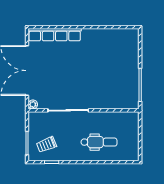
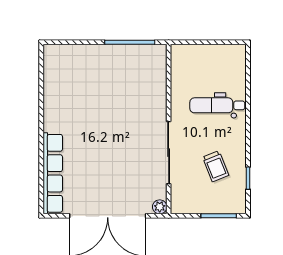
dental chair: (99, 142) -> (217, 105), turned -90
trolley: (46, 145) -> (216, 166), moved

